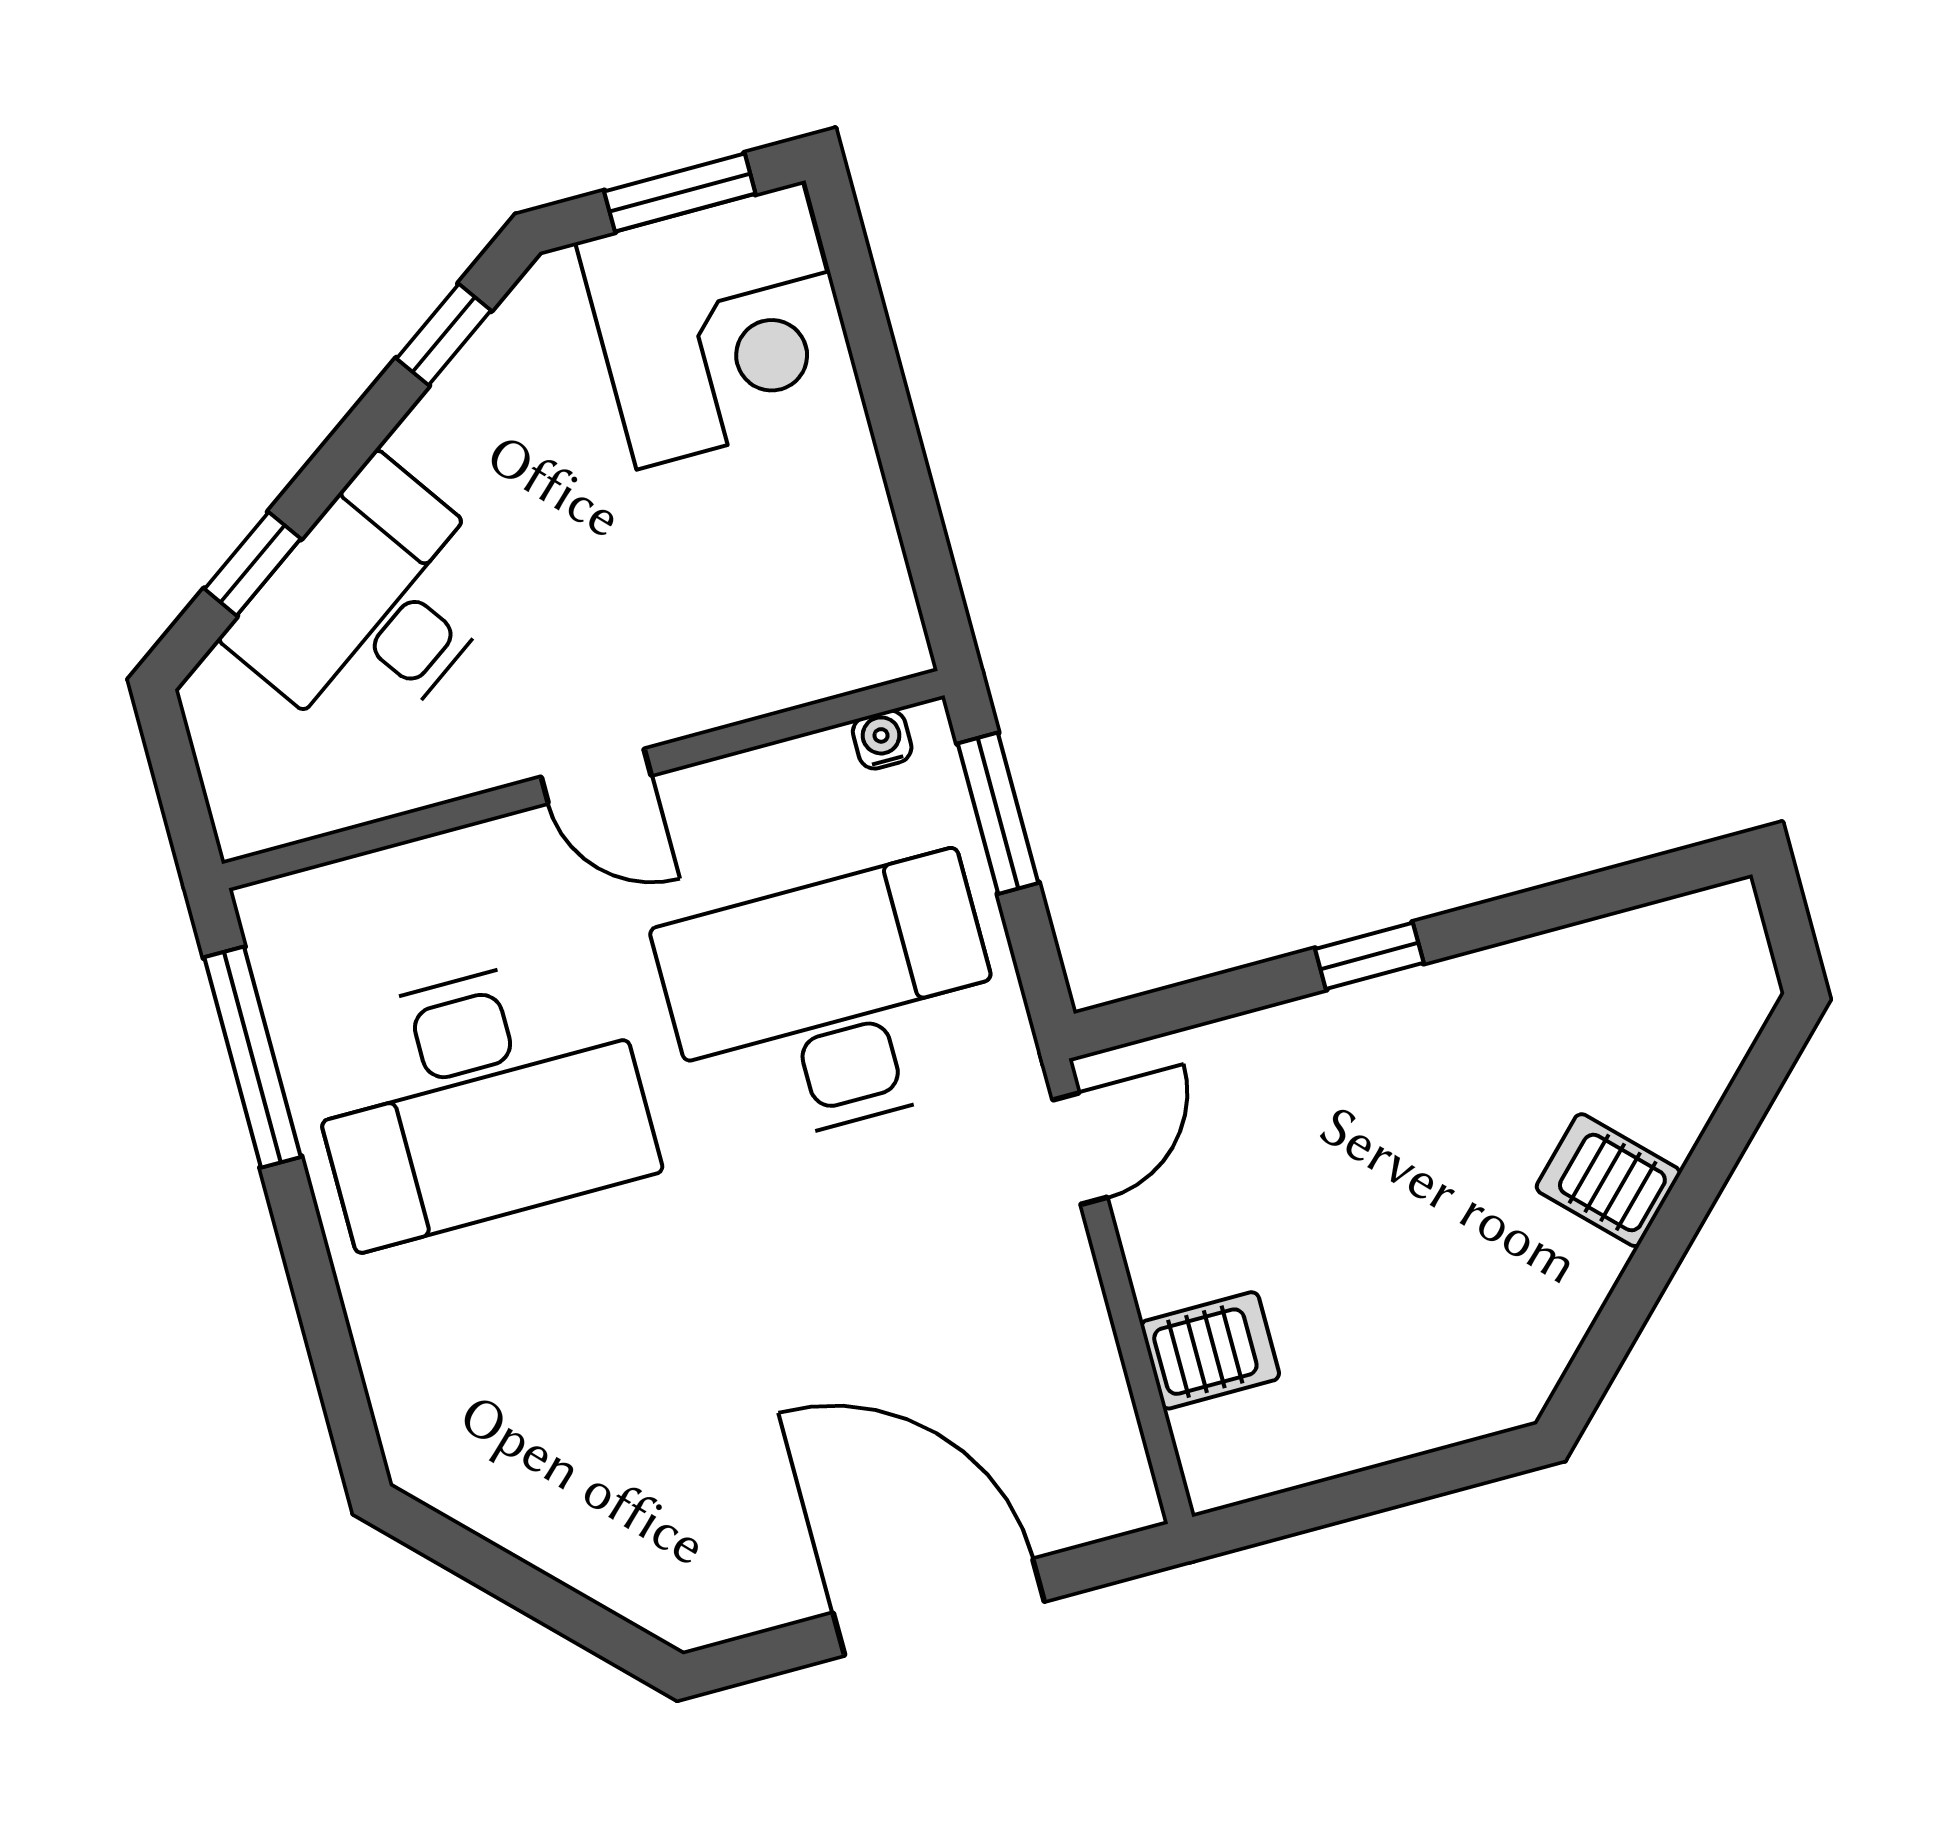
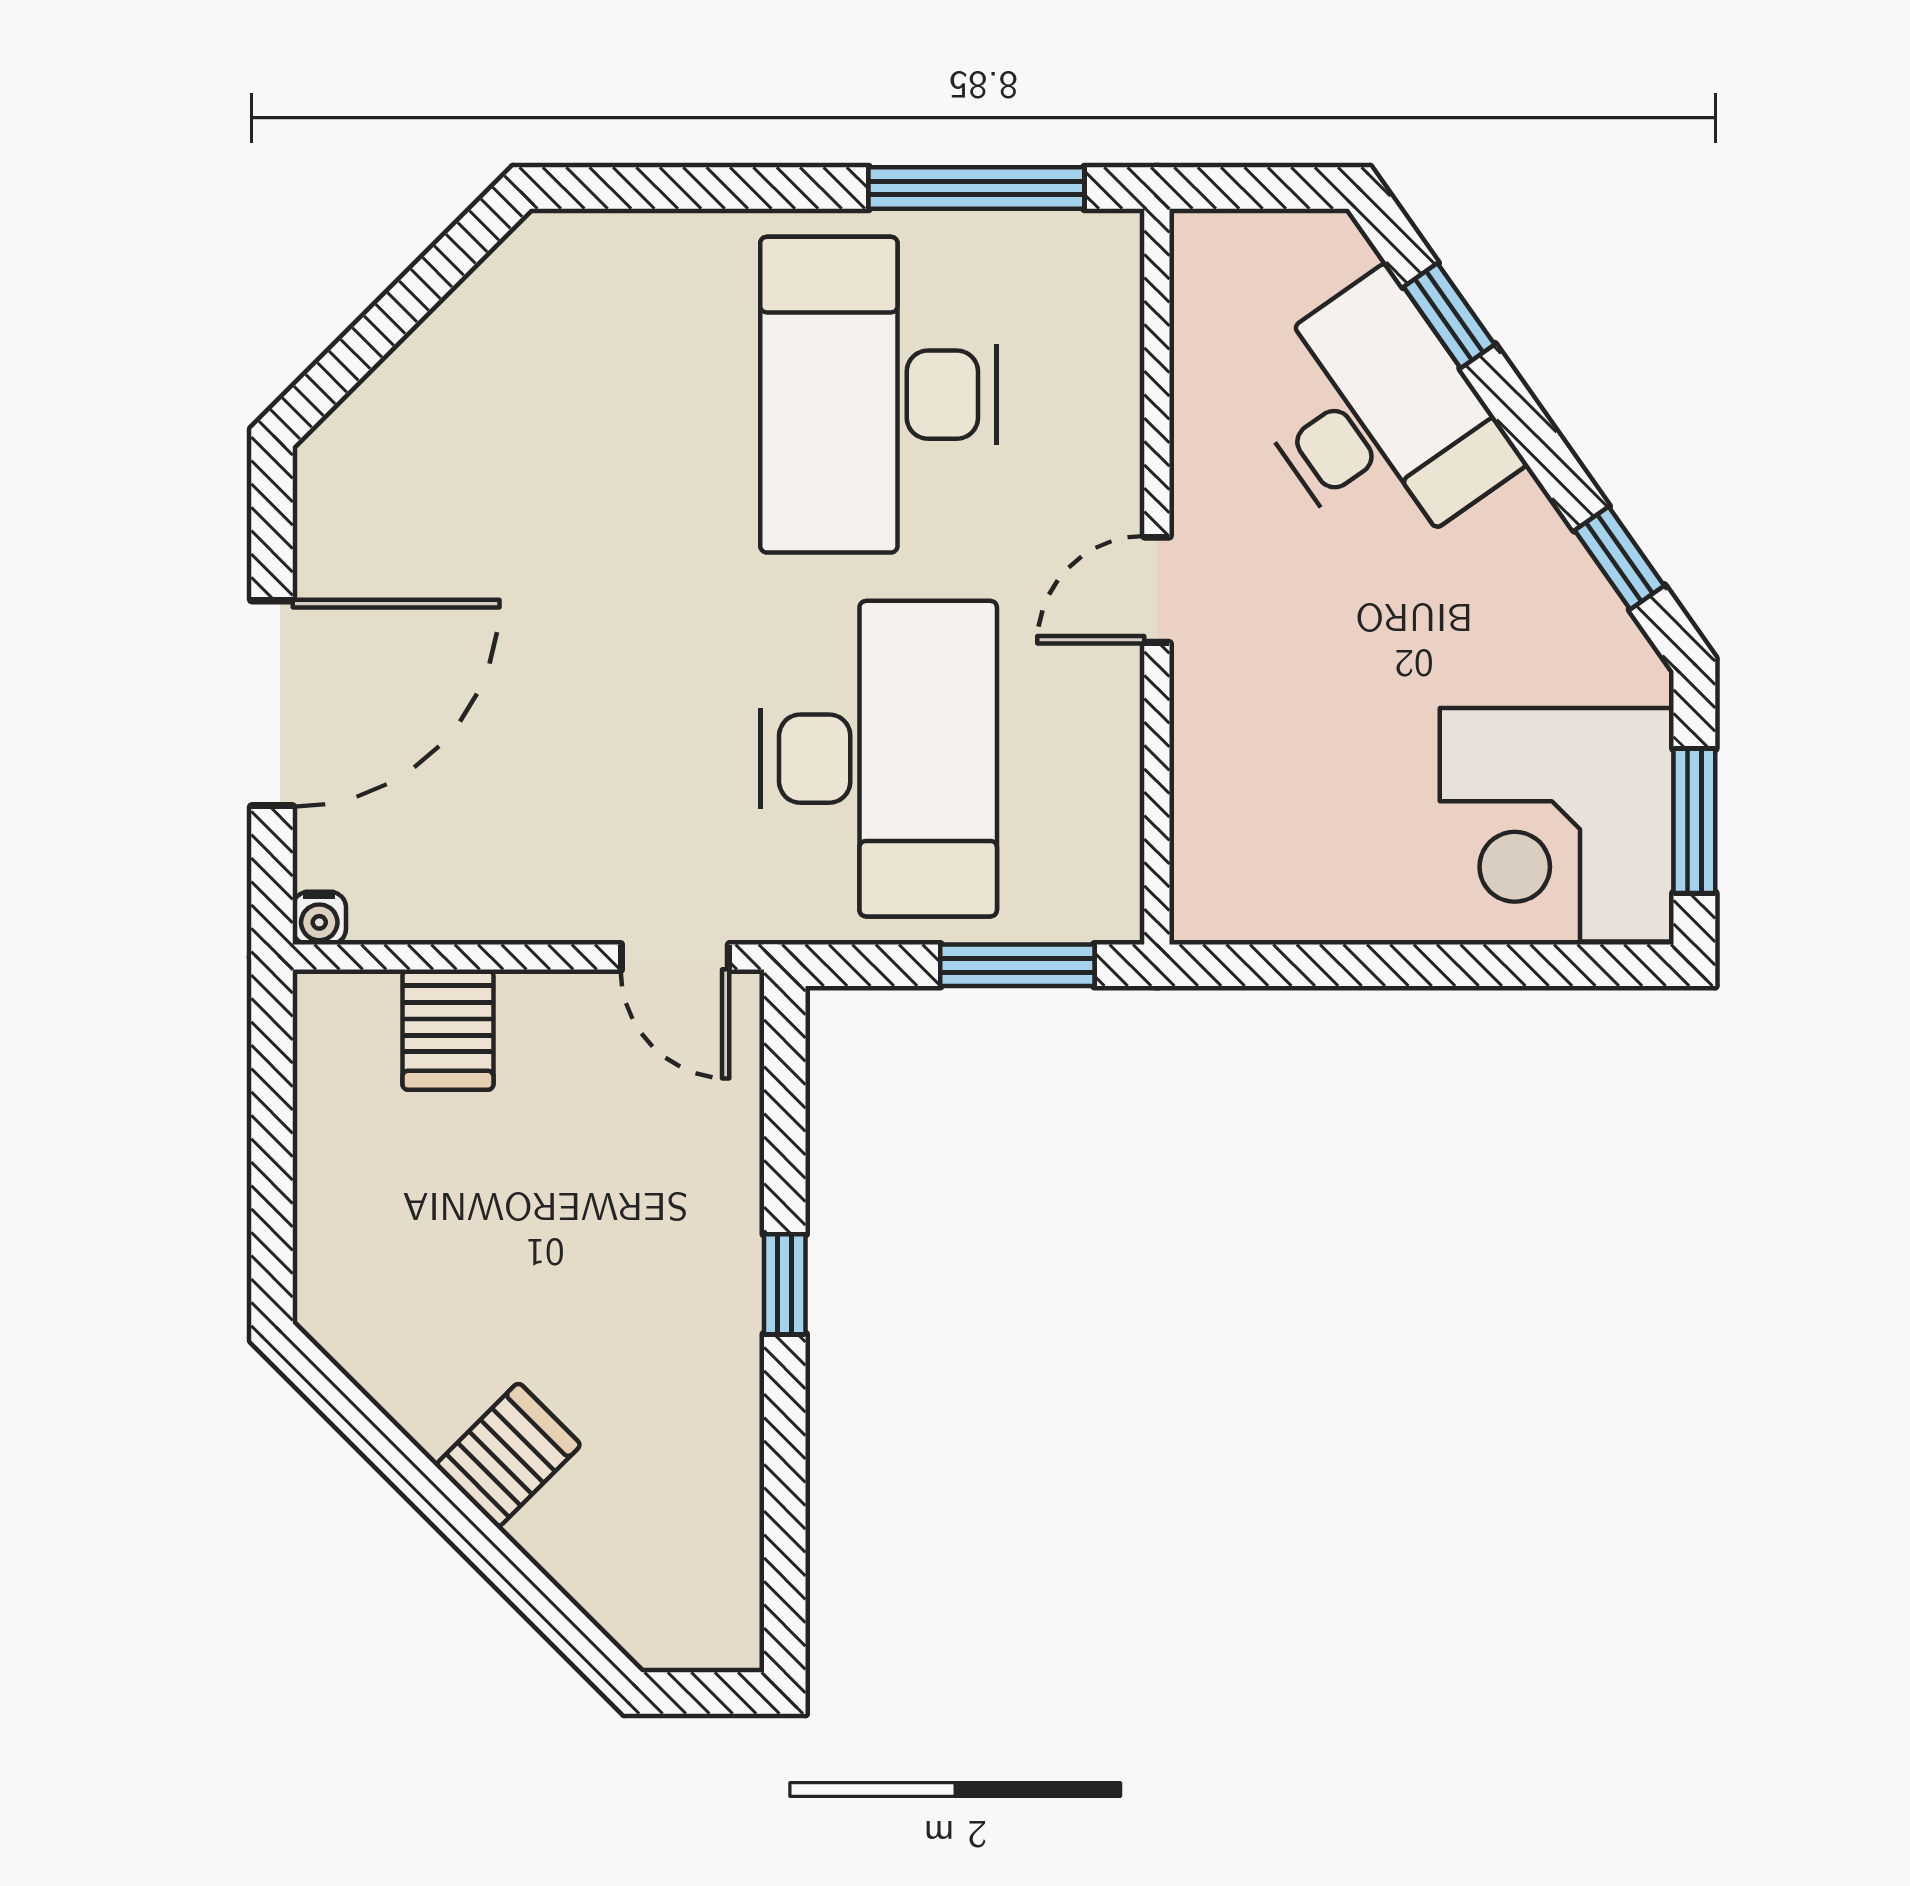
water cooler: (882, 740) -> (319, 918), moved, turned 90

